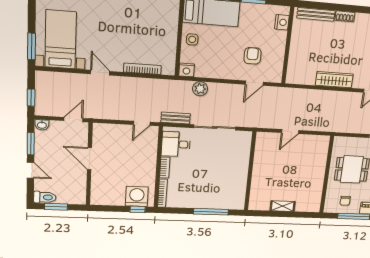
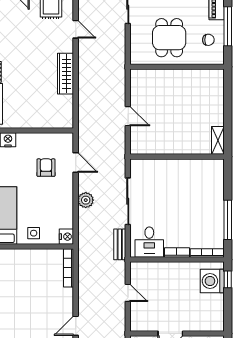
armchair: (253, 56) -> (46, 168), turned 90
bookcase: (142, 69) -> (69, 268), moved
plant: (200, 89) -> (86, 200), moved
door: (142, 123) -> (128, 293), moved
shelving: (283, 206) -> (218, 140), moved
window: (211, 212) -> (228, 220), moved

